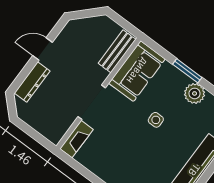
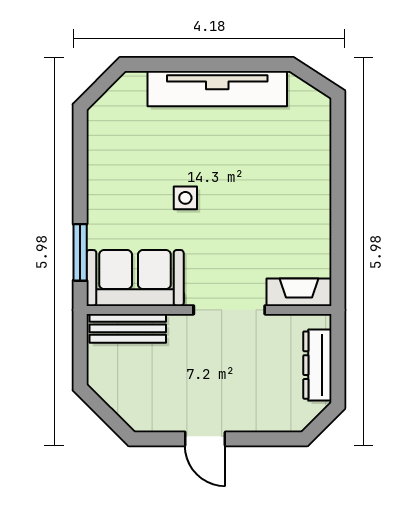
window: (187, 71) -> (80, 252), moved
dresser: (32, 82) -> (317, 365), moved, turned -90
plant: (195, 93) -> (105, 170), removed

